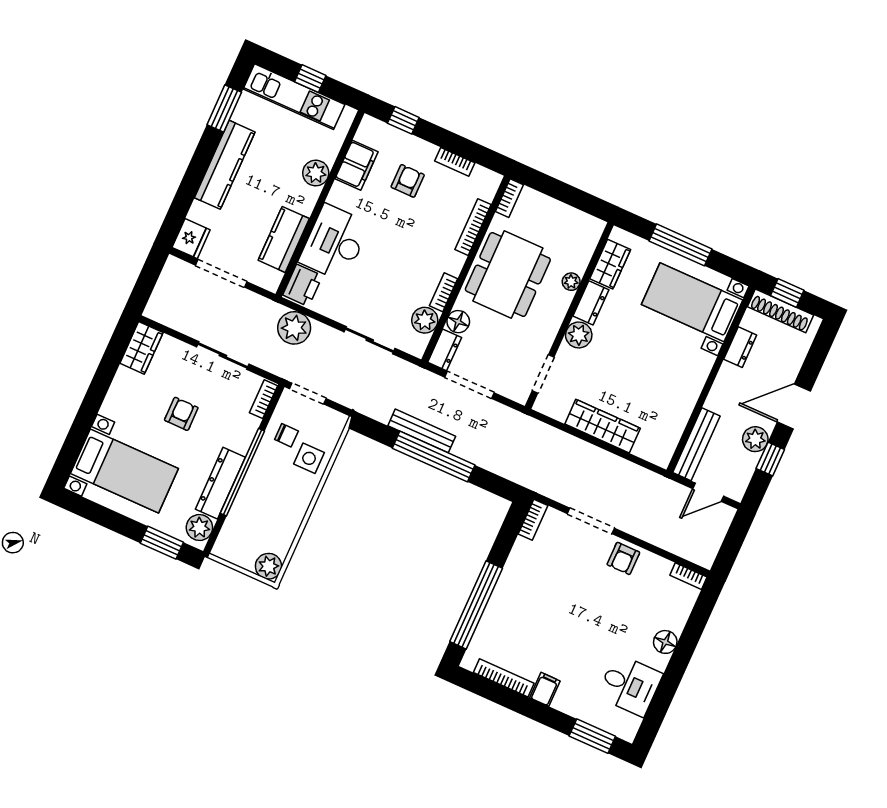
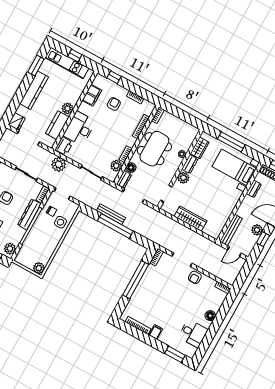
plant: (316, 173) -> (68, 108), moved
dresser: (220, 483) -> (29, 214), moved
window: (476, 605) -> (136, 280), moved

